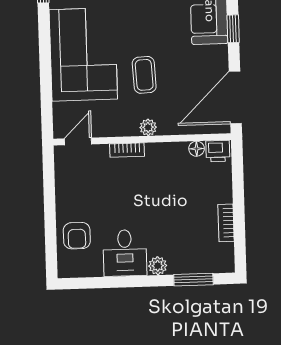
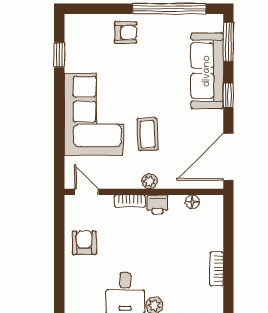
door: (78, 141) -> (86, 192), hinge flipped
printer: (218, 151) -> (157, 204), moved
armchair: (77, 236) -> (84, 243), moved, turned 180

